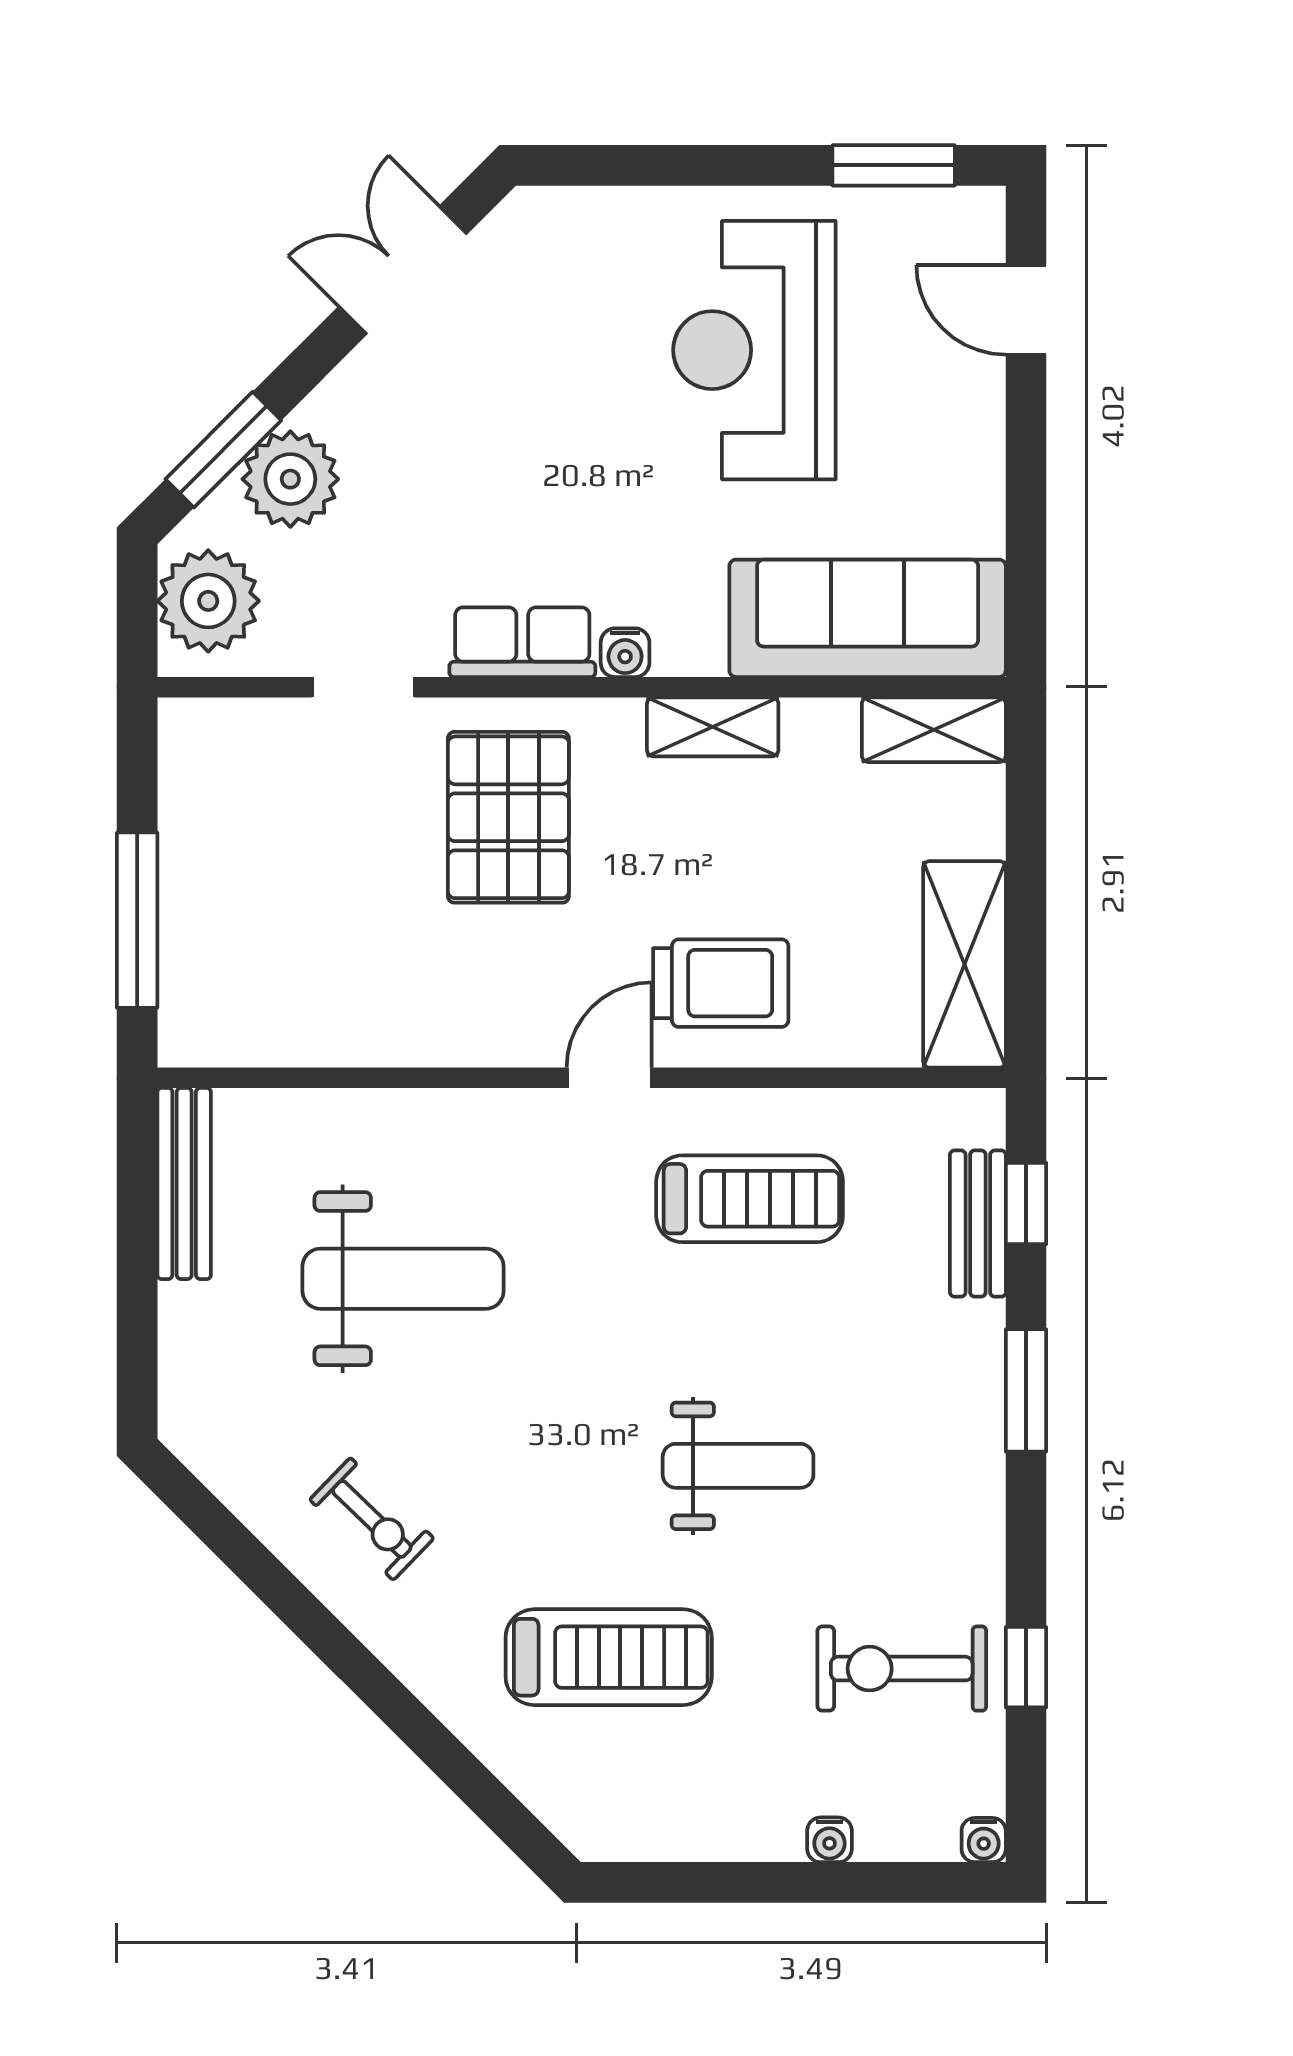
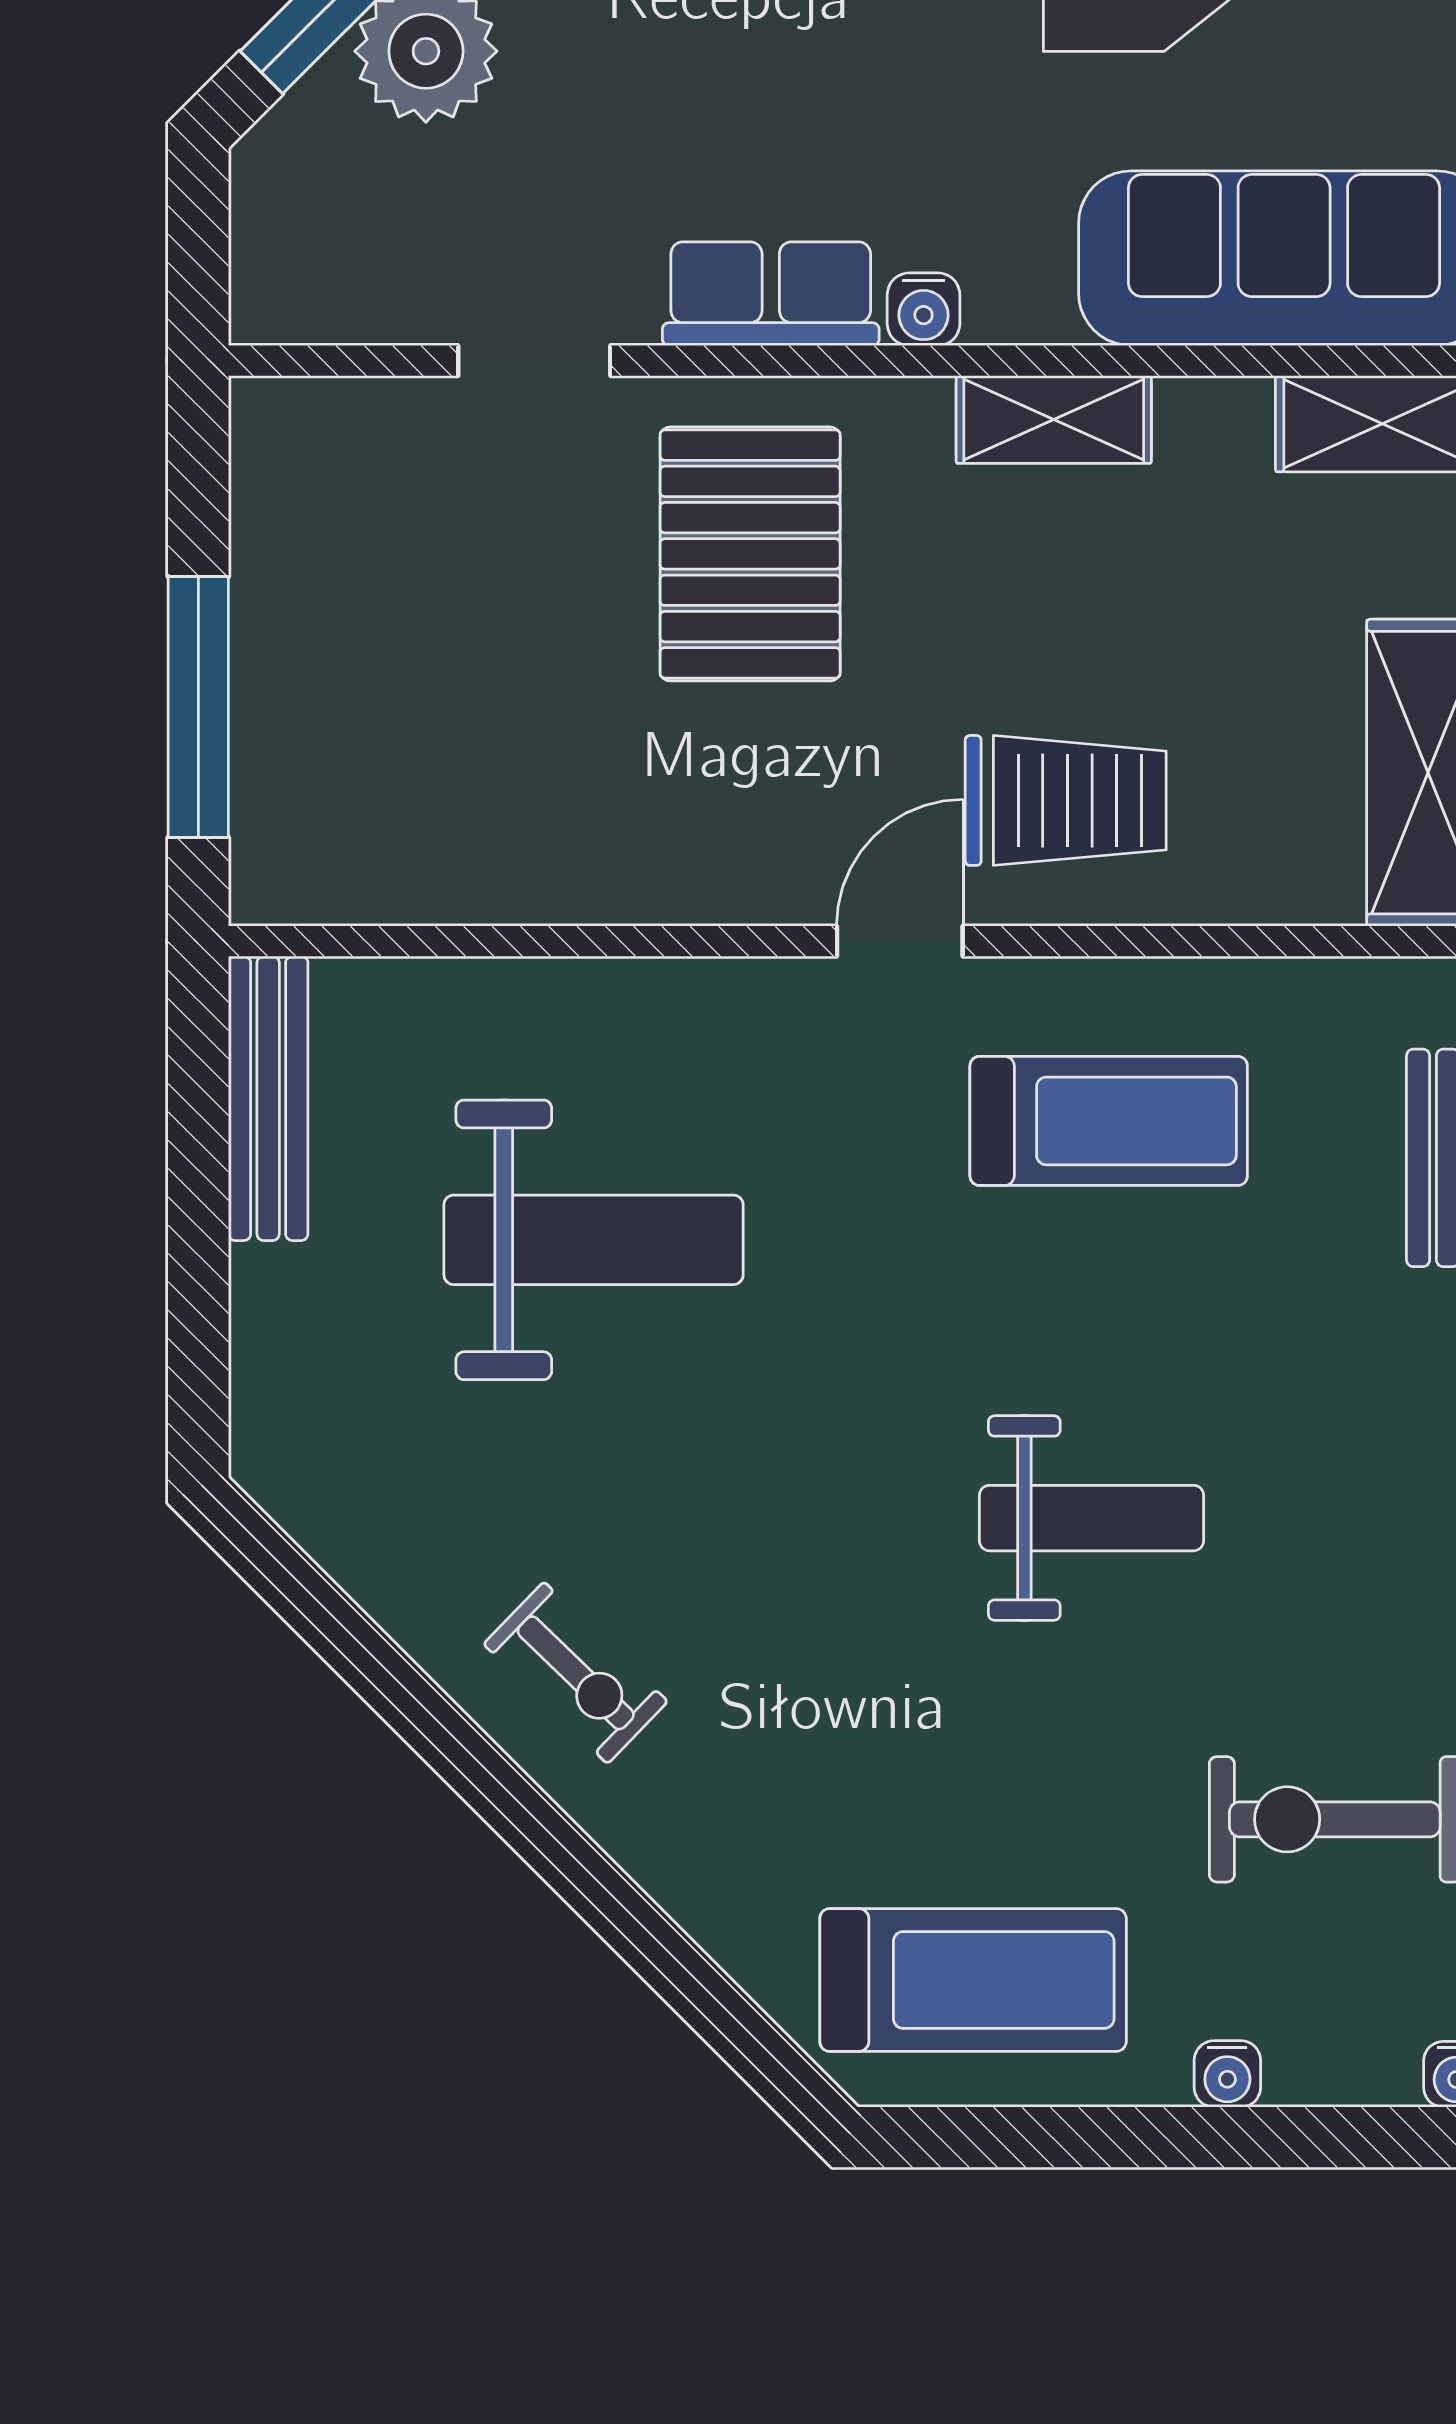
plant: (208, 601) -> (304, 232), removed
exercise bike: (372, 1519) -> (576, 1673), moved
treadmill: (609, 1657) -> (973, 1980), moved

